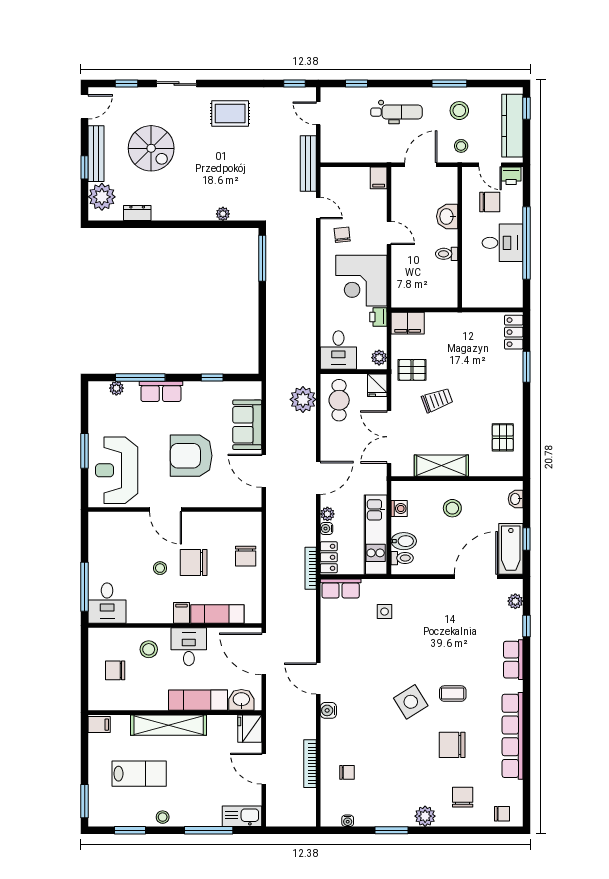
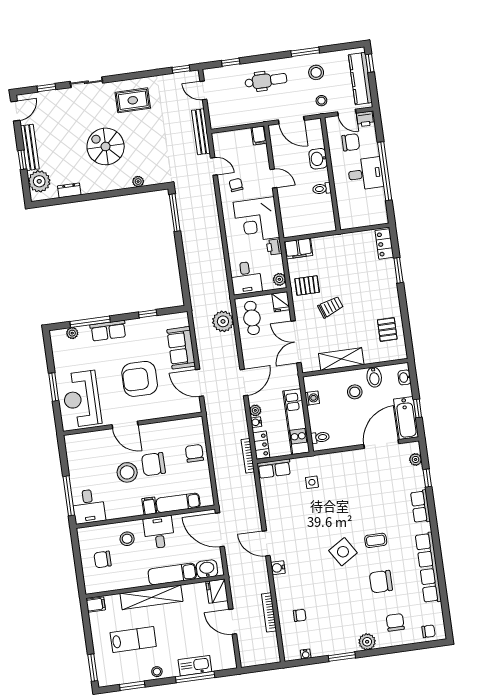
spiral stairs: (151, 148) -> (106, 146), moved, turned 180
door: (421, 165) -> (291, 120), swing flipped
bidet: (404, 541) -> (374, 377), moved, turned 90
chair: (246, 556) -> (194, 453), turned 180
stool: (160, 568) -> (127, 472), width x1.89, depth x1.89
kitchen sink: (242, 816) -> (195, 666), moved

